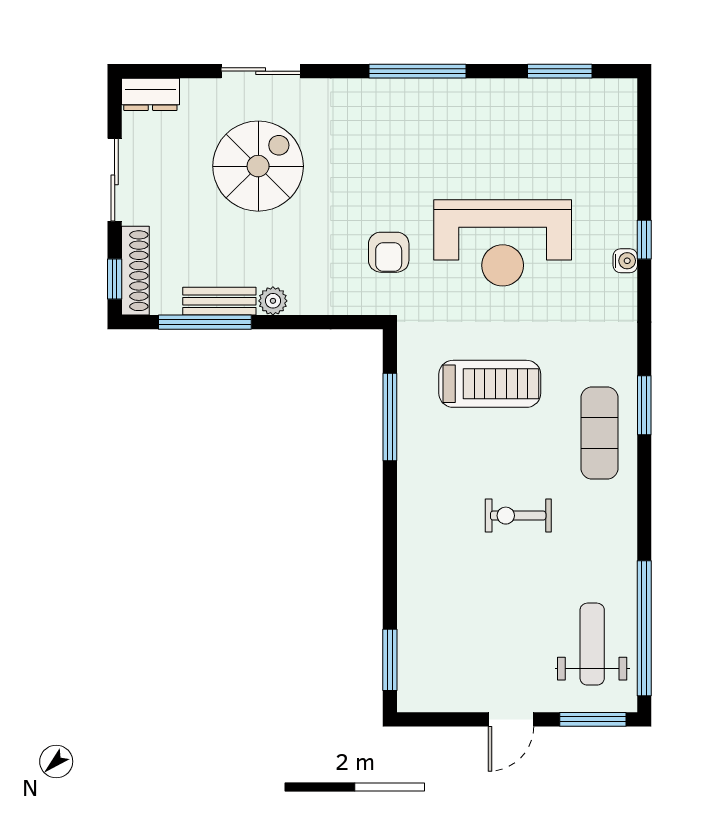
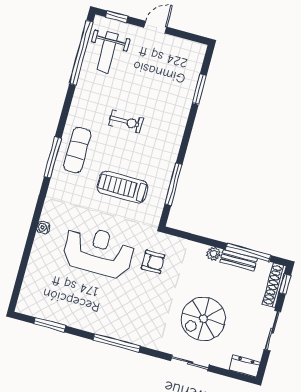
window: (644, 240) -> (32, 235), removed
armchair: (389, 252) -> (153, 262), turned 90
window: (644, 405) -> (53, 157), width x1.44
window: (390, 660) -> (199, 89), moved
window: (593, 719) -> (117, 17), width x0.67

